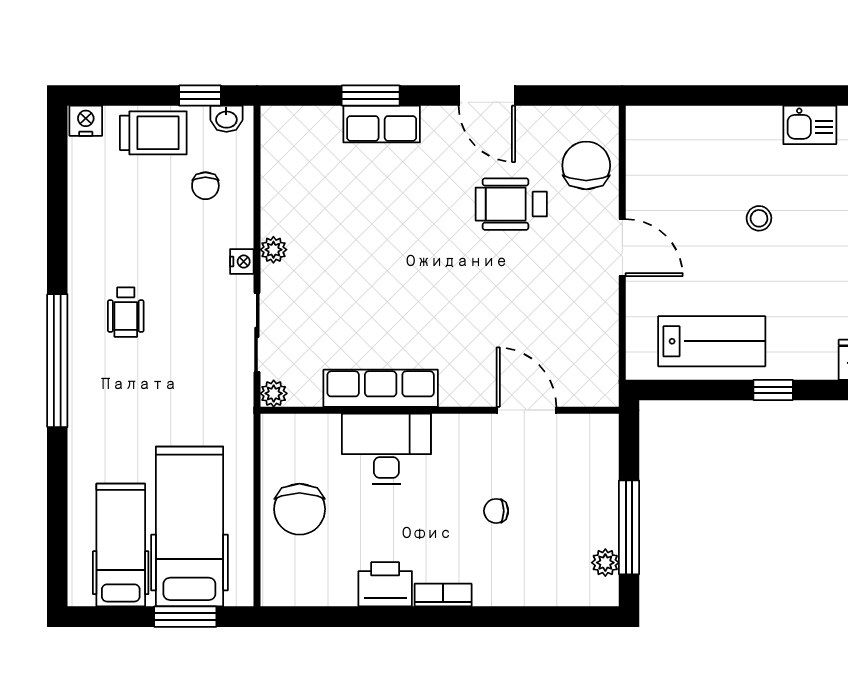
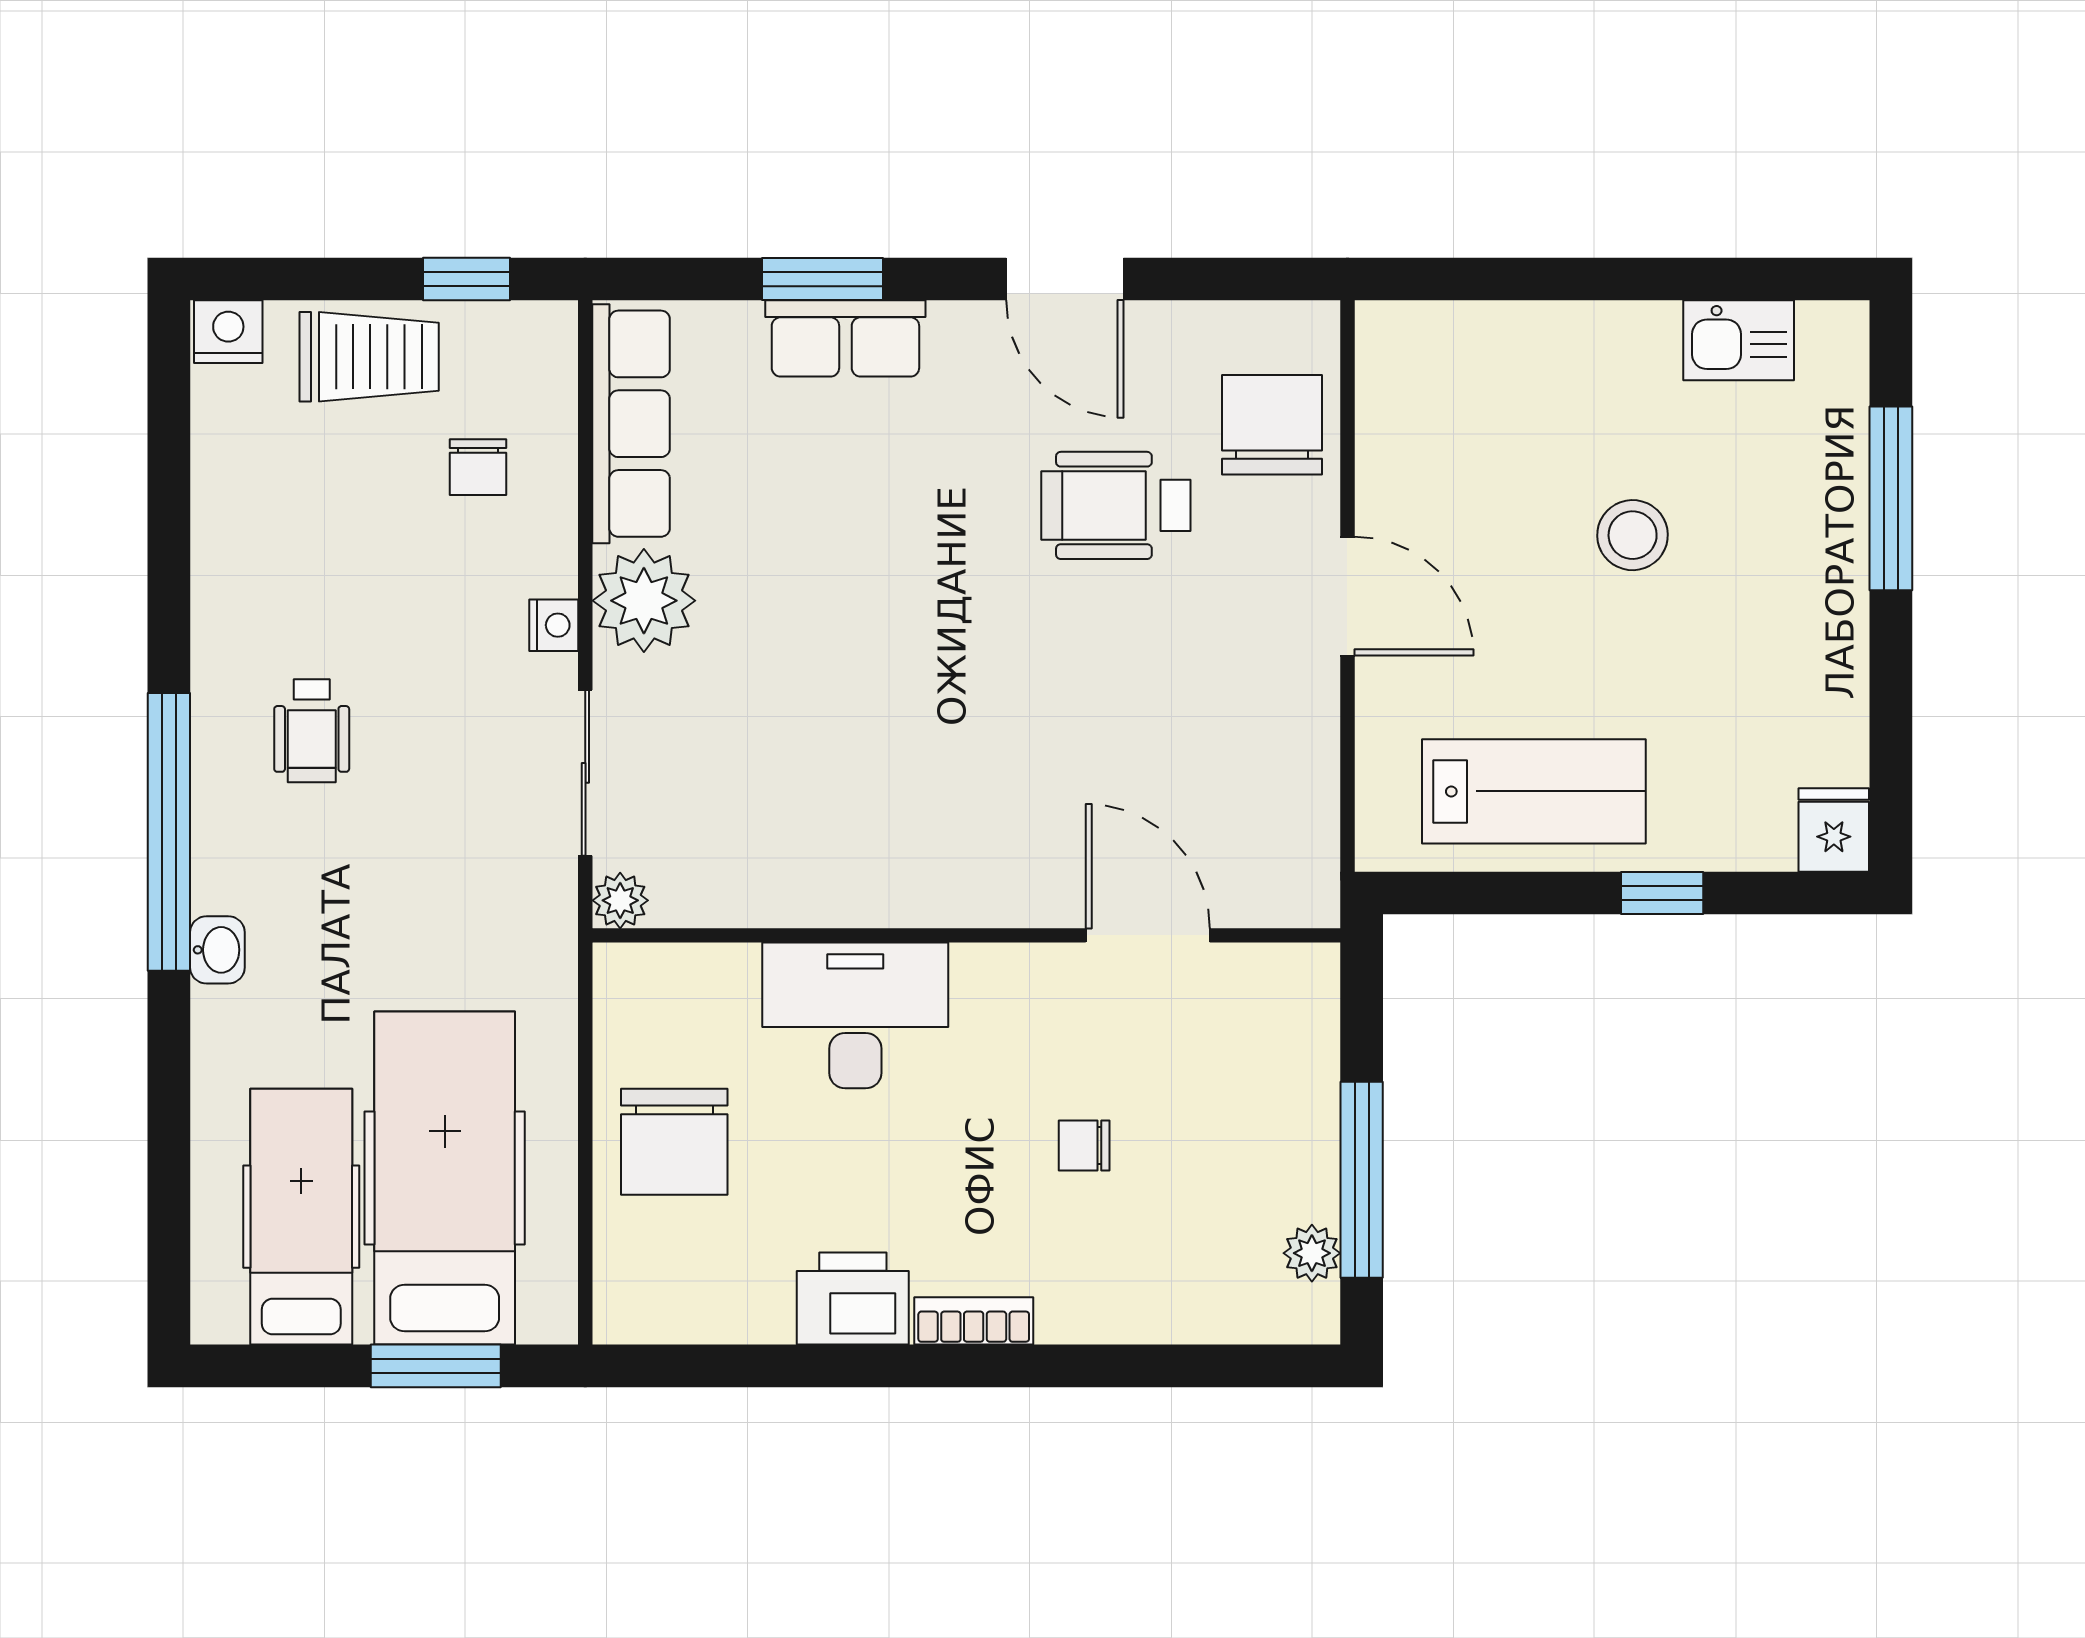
washbasin: (226, 119) -> (217, 950), moved, turned -90
stool: (759, 218) -> (1633, 535), width x1.37, depth x1.37
plant: (273, 250) -> (644, 601), width x1.87, depth x1.87
row of seats: (381, 388) -> (631, 424), moved, turned 90

